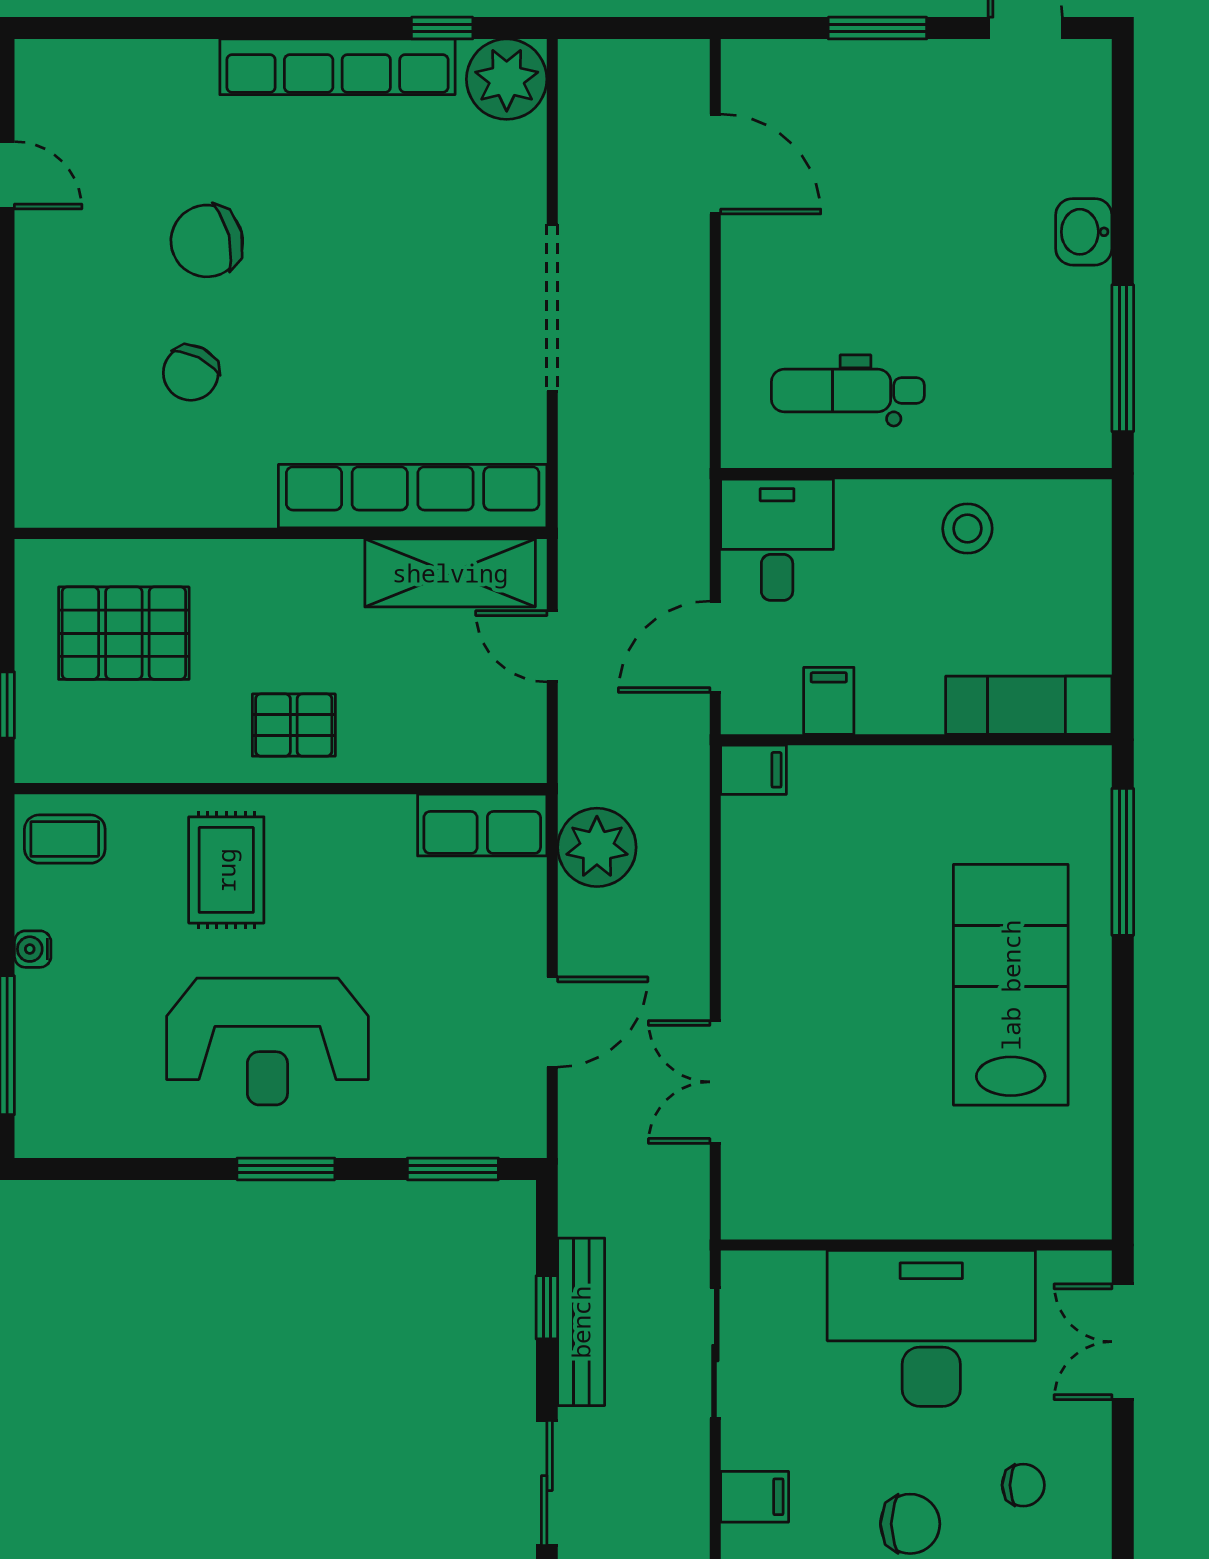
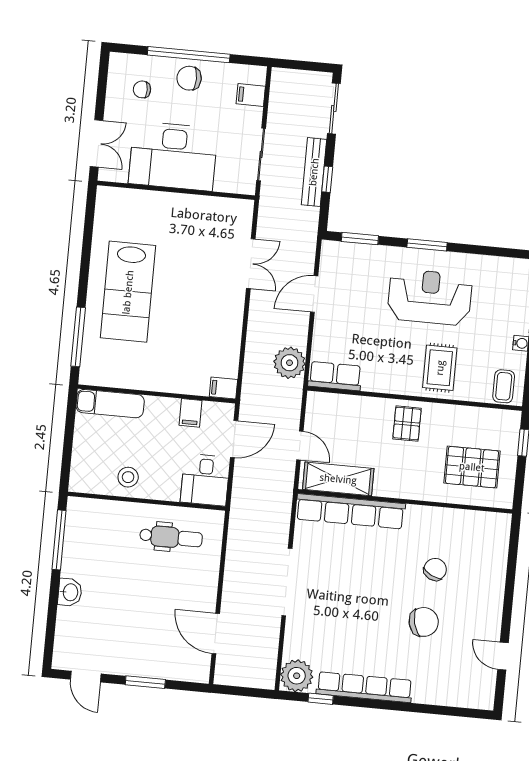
pallet: (294, 725) -> (407, 424), turned 90
coffee table: (65, 839) -> (504, 386), turned 90

